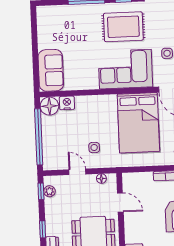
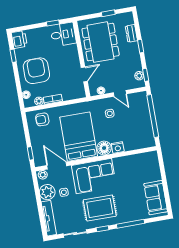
sofa: (51, 70) -> (156, 198), moved
nightstand: (67, 103) -> (118, 147), moved
floor lamp: (49, 106) -> (104, 148), moved
door: (120, 202) -> (84, 74), swing flipped

